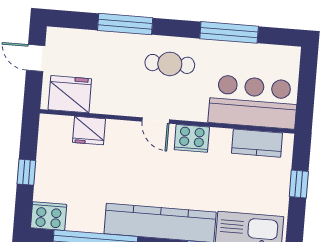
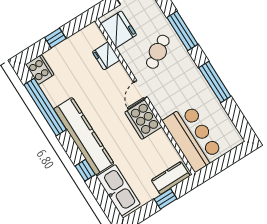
window: (229, 32) -> (215, 82), moved
cafe table: (170, 64) -> (158, 52), moved, turned 58
cooker: (192, 138) -> (143, 120), width x1.37, depth x1.31
kitchen counter: (257, 143) -> (171, 178), moved, turned 90

